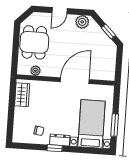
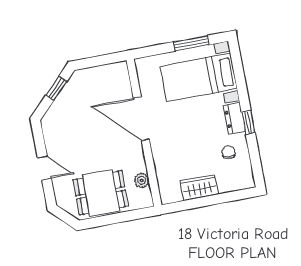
plant: (82, 22) -> (52, 130), removed
wardrobe: (22, 95) -> (199, 187), moved

